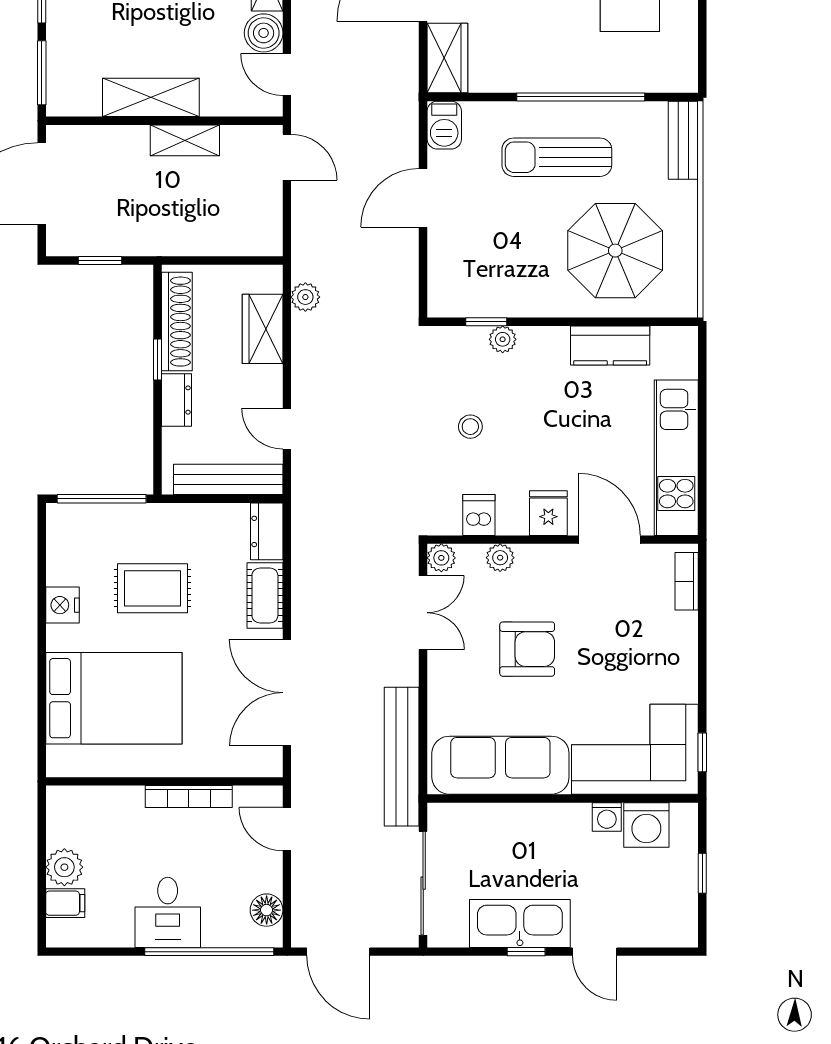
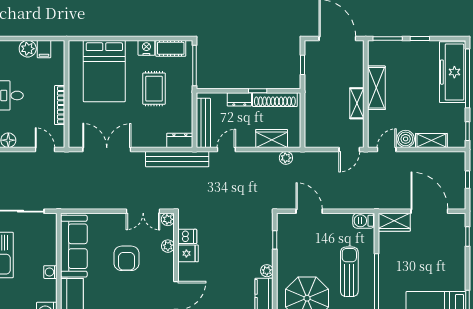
door: (423, 198) -> (309, 211), moved
plant: (503, 339) -> (267, 271), moved
stool: (470, 427) -> (227, 233), removed
fridge: (548, 513) -> (188, 253), moved
cot: (265, 595) -> (171, 48), moved
bench: (402, 757) -> (177, 159), moved
washing machine: (607, 817) -> (50, 272), moved
door: (287, 829) -> (45, 149), hinge flipped
filing cabinet: (65, 903) -> (44, 49), moved

